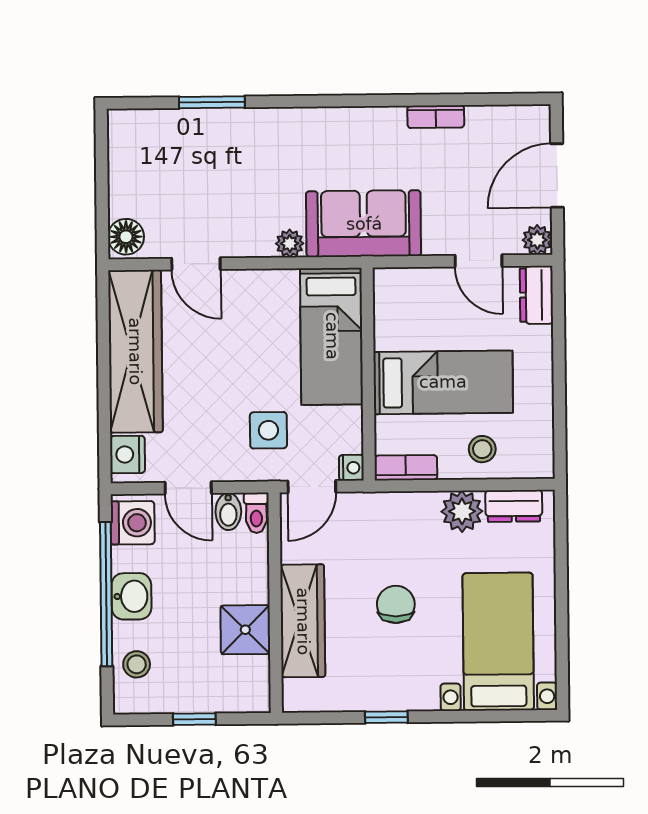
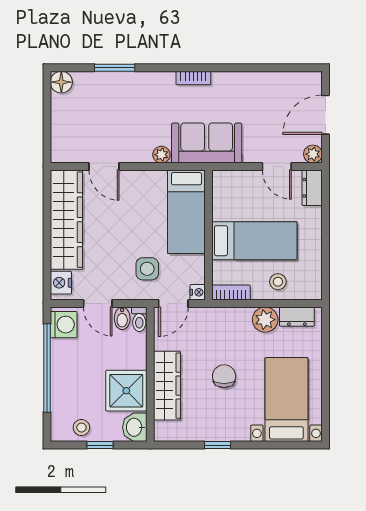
bookcase: (436, 117) -> (193, 78), moved
floor lamp: (126, 237) -> (61, 82), moved
washbasin: (131, 596) -> (135, 427), moved, turned 180
shower: (245, 630) -> (126, 391), width x1.36, depth x1.36
stool: (137, 664) -> (81, 428), moved

